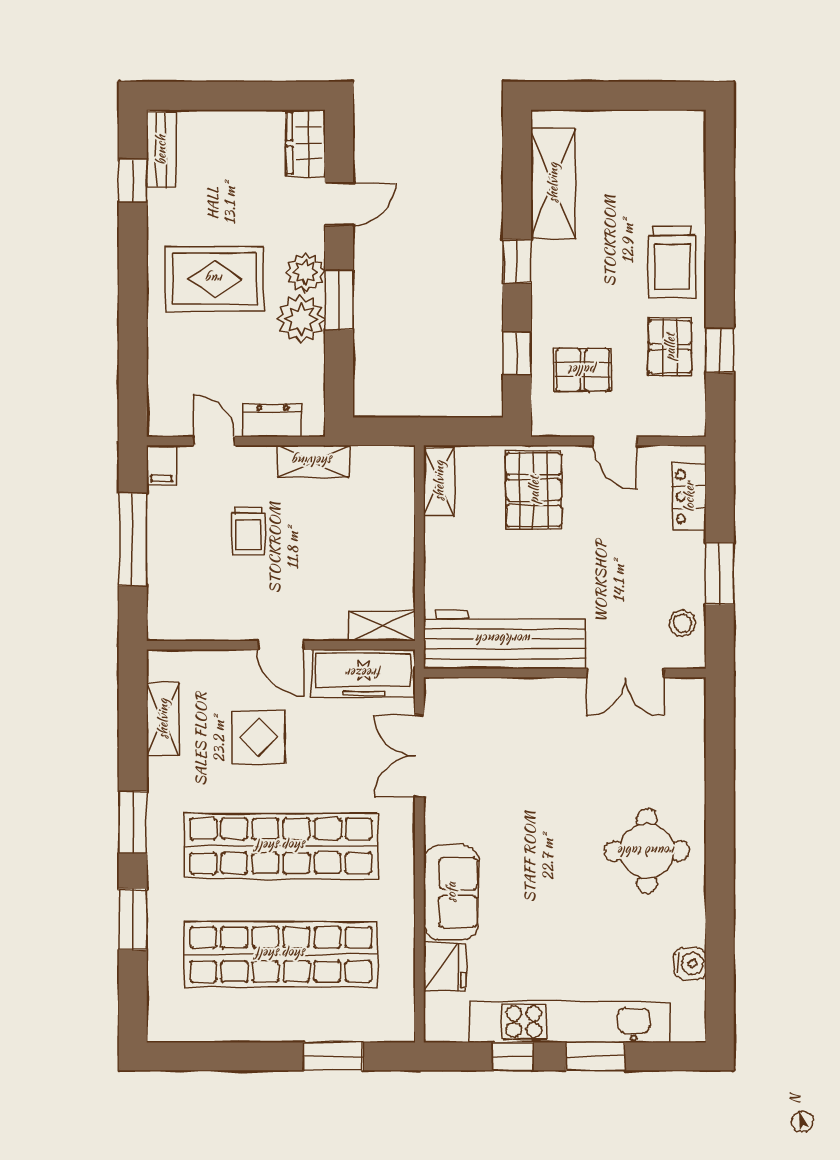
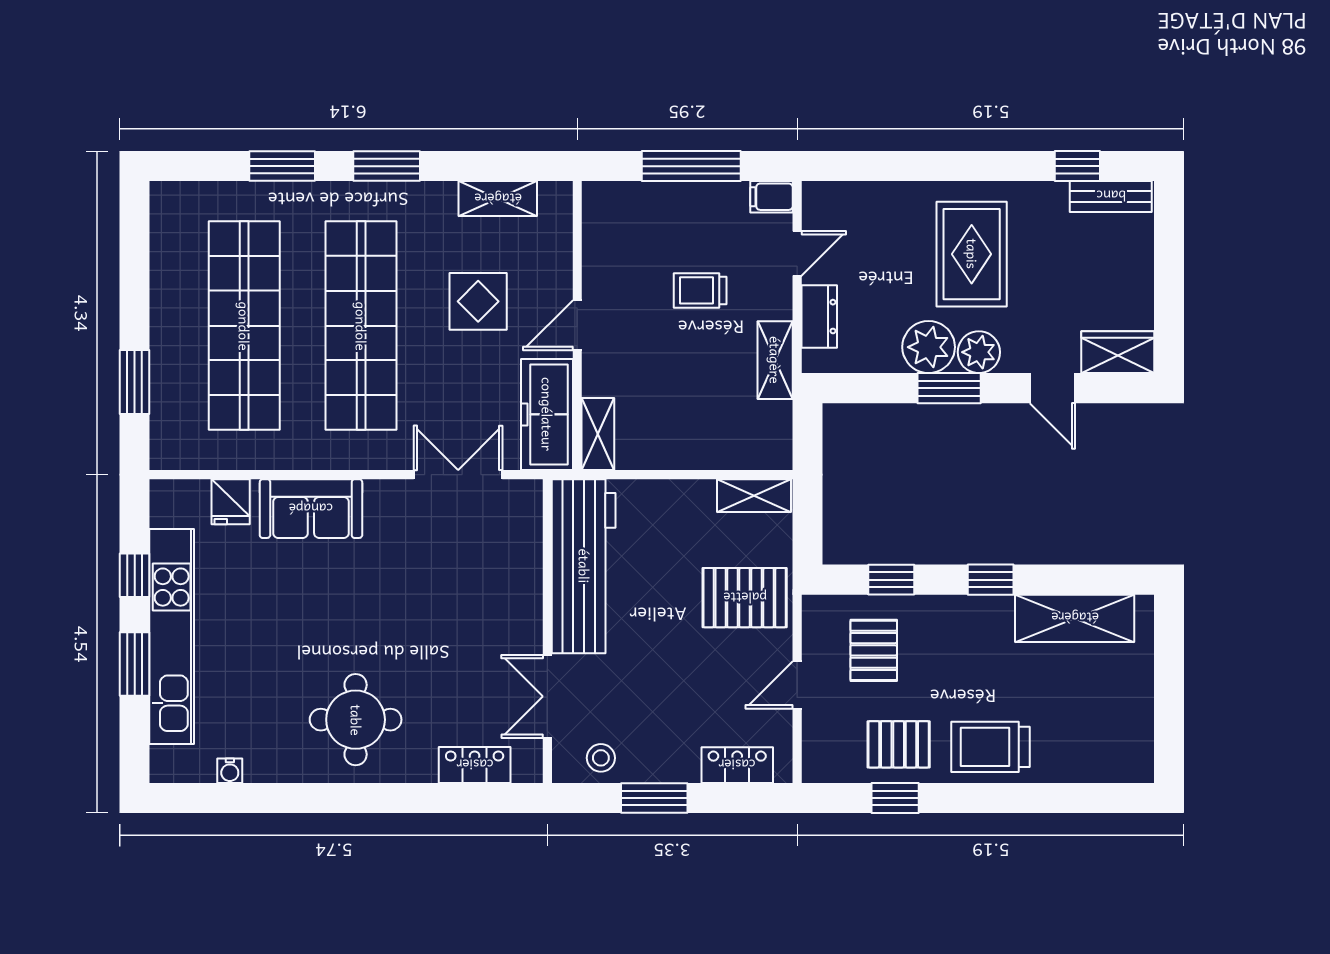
locker: (689, 741) -> (475, 765), added
water cooler: (690, 963) -> (230, 771), width x0.72, depth x0.72
fridge: (445, 967) -> (231, 502), width x0.72

